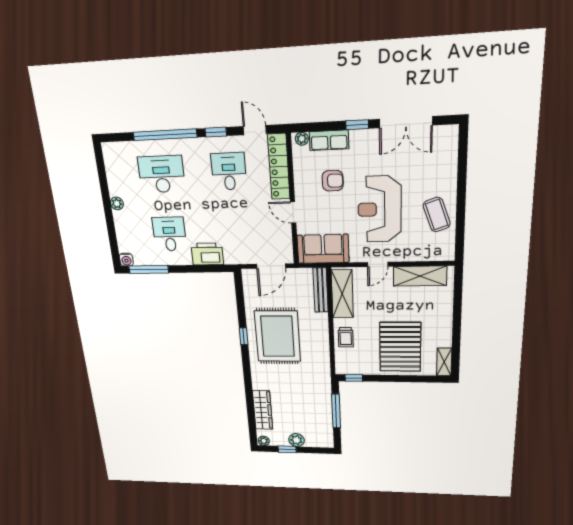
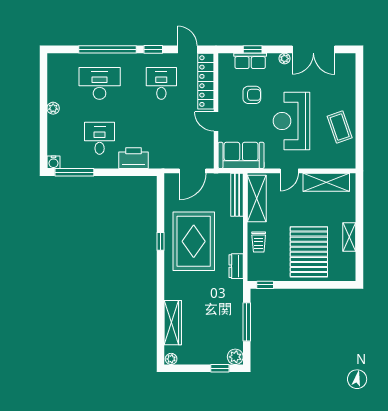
window: (357, 125) -> (253, 49), moved
plant: (302, 139) -> (285, 59), moved
dresser: (323, 360) -> (236, 266), added
shelving: (444, 362) -> (349, 237), moved
plant: (297, 440) -> (235, 357), moved
window: (287, 449) -> (220, 368), moved

